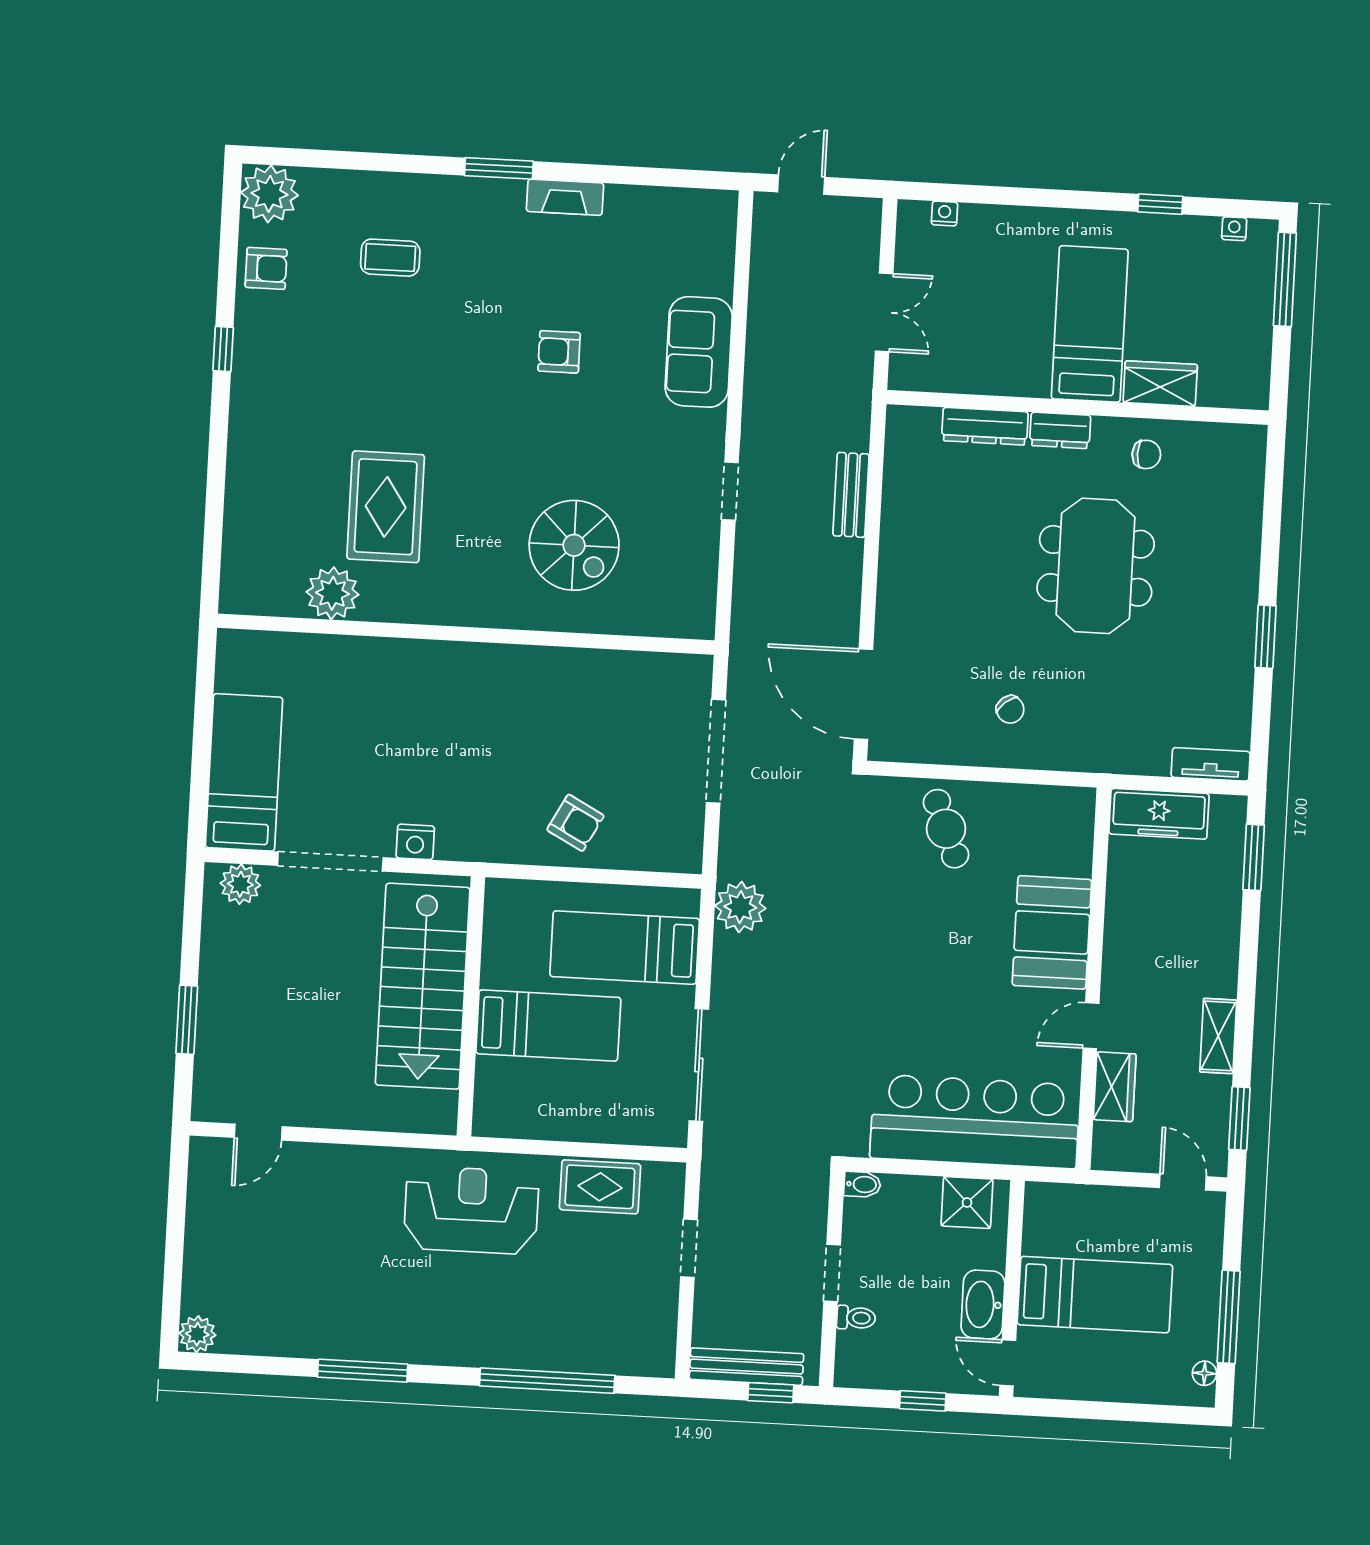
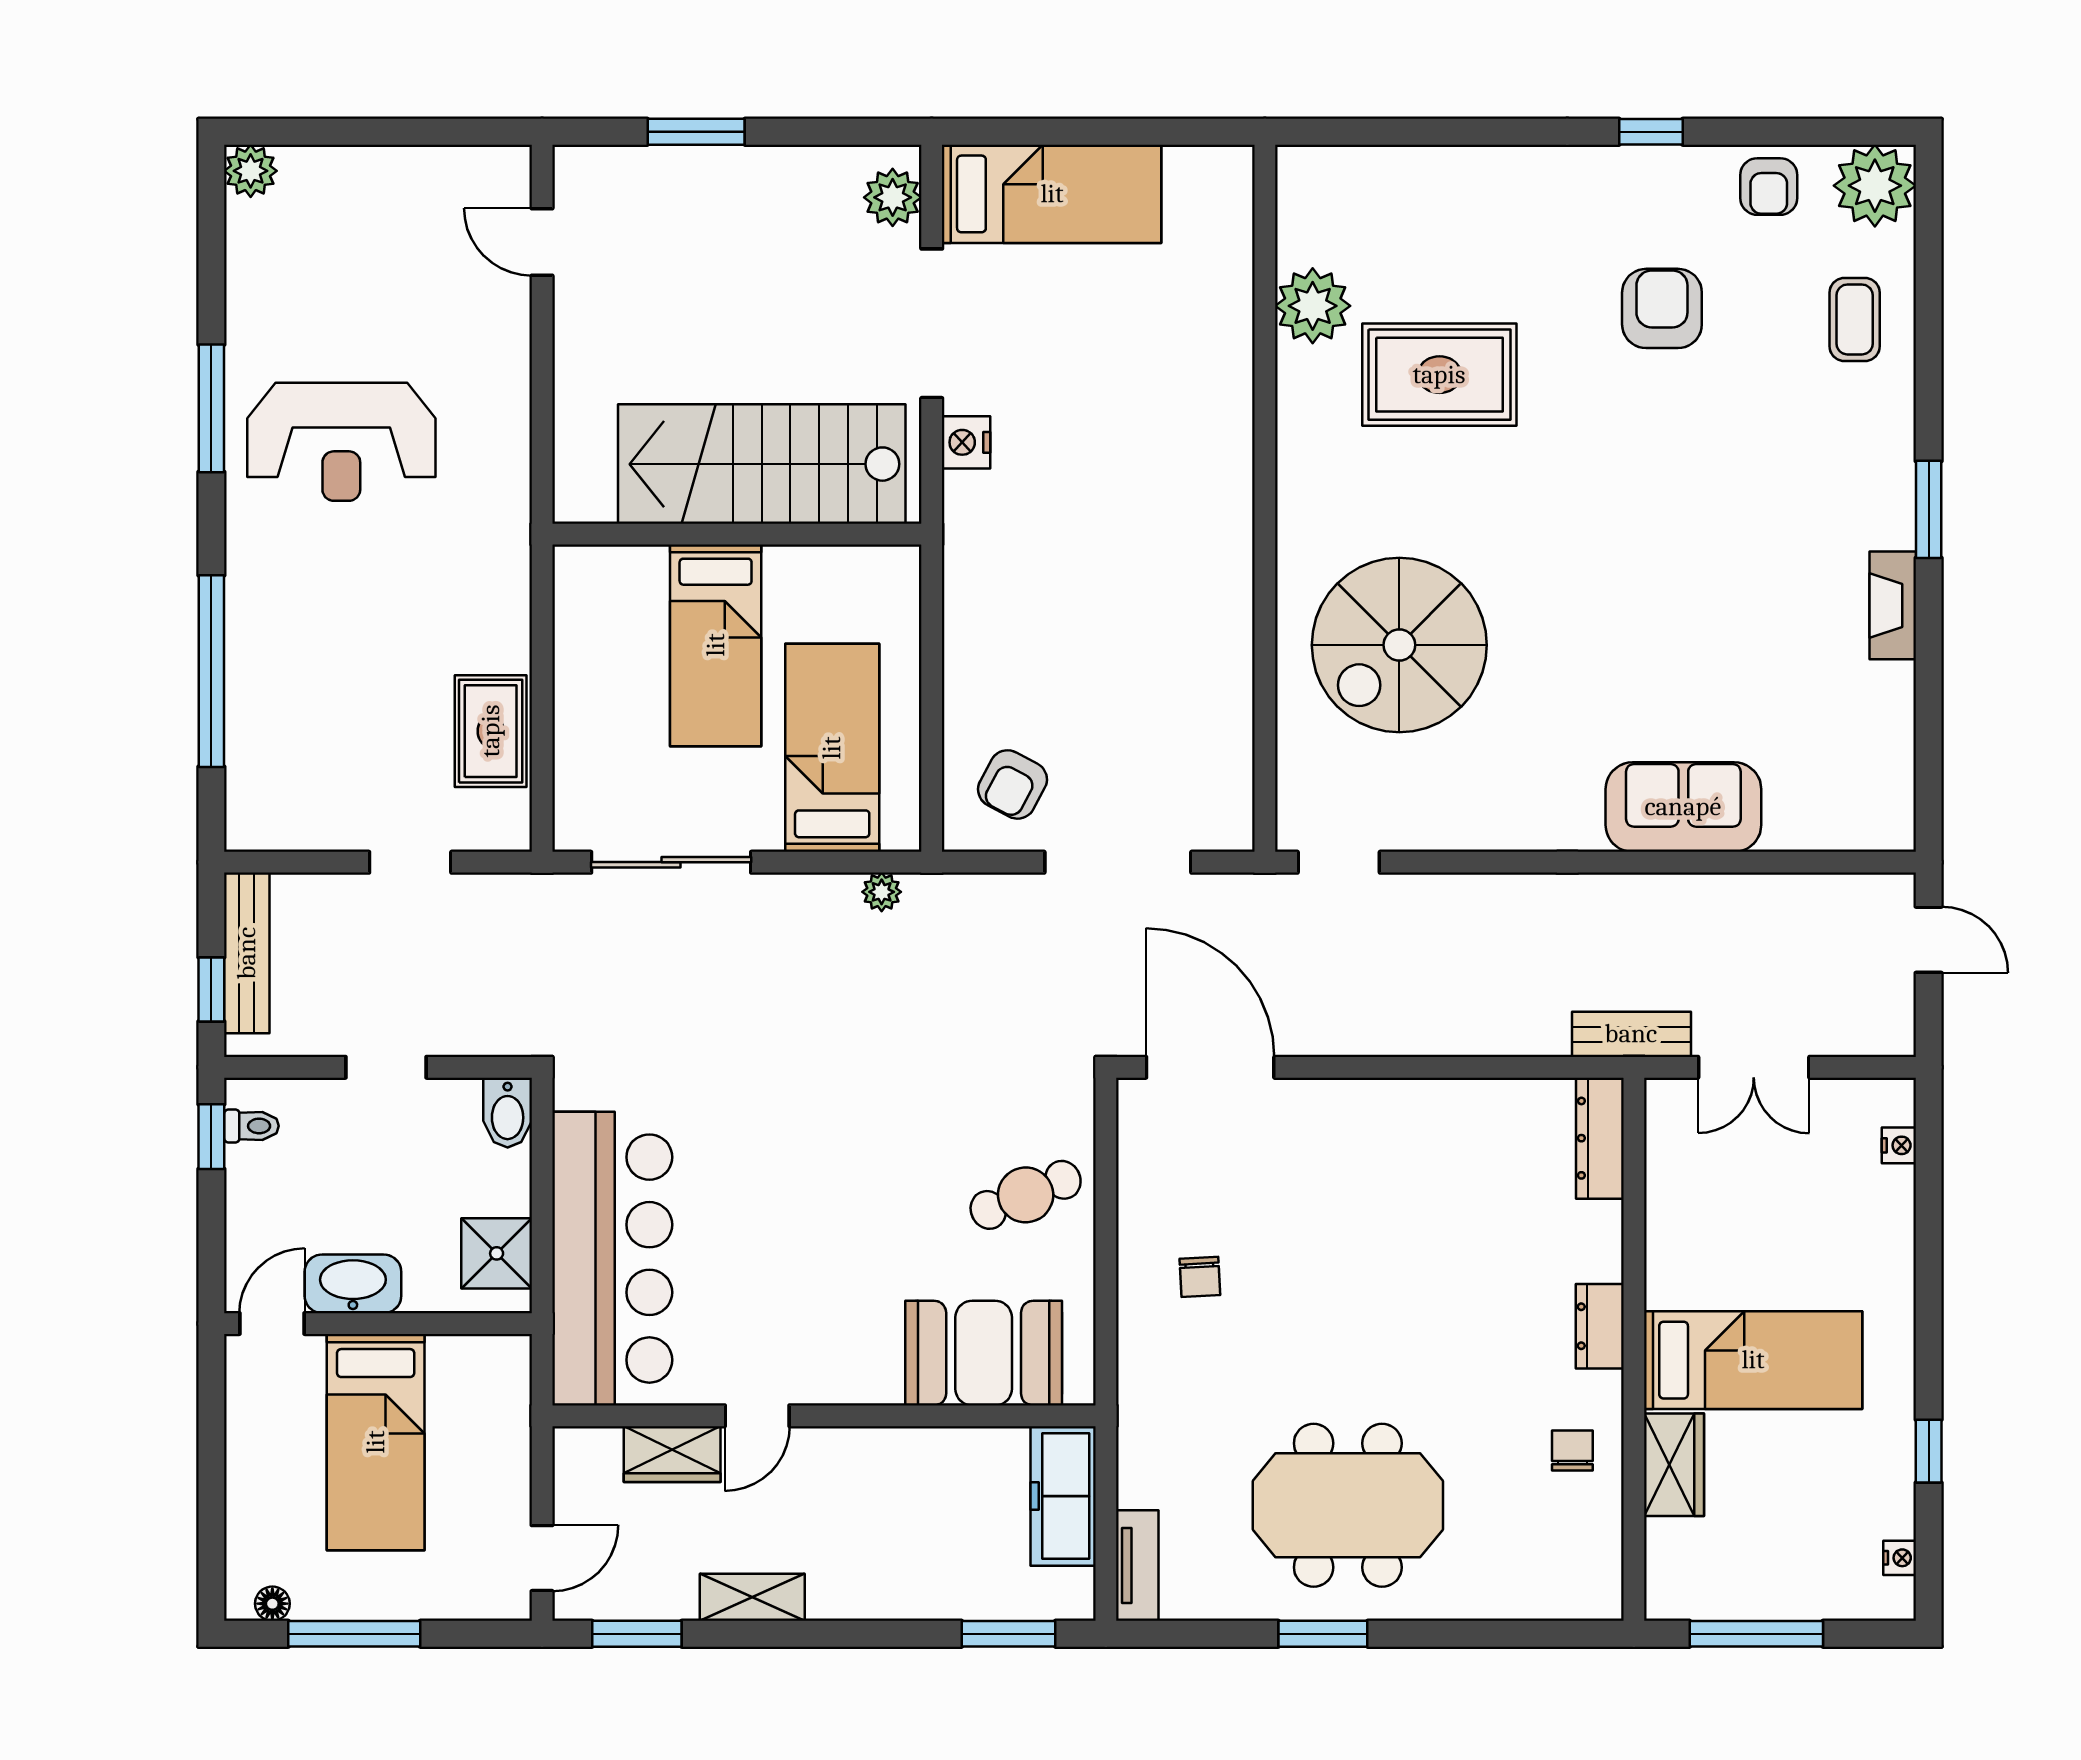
coffee table: (390, 258) -> (1855, 319), moved
window: (1285, 279) -> (1756, 1634), moved
armchair: (559, 352) -> (1662, 308), moved, width x1.38, depth x1.38
dresser: (985, 426) -> (1600, 1138), moved
chair: (1146, 454) -> (1572, 1451), turned 180
doorway: (730, 491) -> (1339, 862), moved
bench: (851, 495) -> (1631, 1034), moved
spiral stairs: (574, 545) -> (1399, 645), width x1.37, depth x1.37
meeting table: (1096, 566) -> (1348, 1505), moved
door: (863, 694) -> (1210, 1067), hinge flipped
chair: (1010, 709) -> (1200, 1277), turned -54
armchair: (575, 823) -> (1013, 784), moved
plant: (740, 907) -> (882, 892), width x0.53, depth x0.53
booth: (1052, 932) -> (984, 1353), moved
door: (1091, 1026) -> (757, 1416), swing flipped
bidet: (862, 1184) -> (508, 1113), width x1.38, depth x1.36
reception desk: (471, 1210) -> (341, 442), moved, turned 90
toilet: (856, 1318) -> (251, 1126), moved, turned -90
window: (923, 1401) -> (211, 1137), moved

